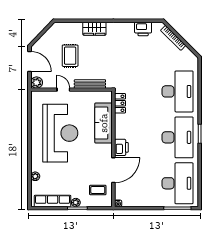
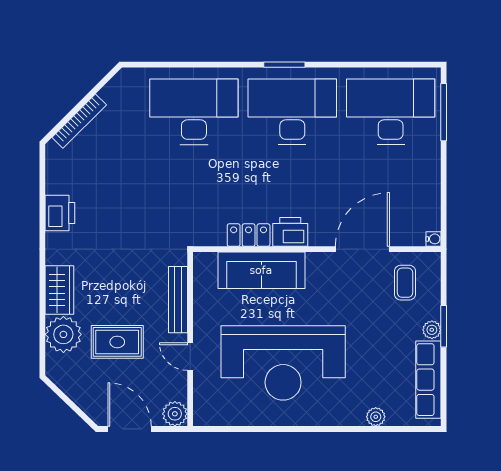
printer: (143, 29) -> (60, 213), moved
plant: (74, 30) -> (63, 334), added
door: (29, 61) -> (130, 429), hinge flipped
door: (63, 90) -> (190, 357), hinge flipped
locker: (120, 103) -> (249, 235), moved
reception desk: (60, 133) -> (283, 363), turned 180
printer: (121, 147) -> (290, 232), moved
door: (113, 170) -> (362, 249), hinge flipped

